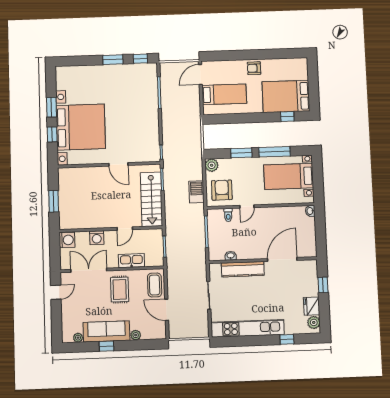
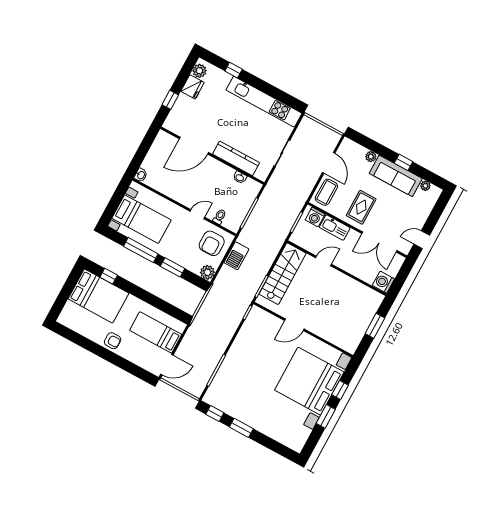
door: (118, 164) -> (294, 325), swing flipped
washing machine: (97, 238) -> (315, 217), moved, turned 180

